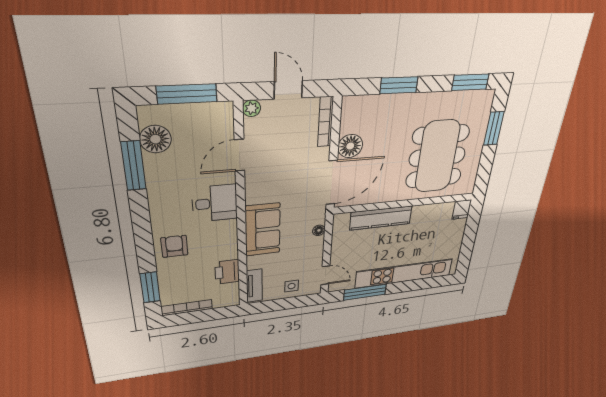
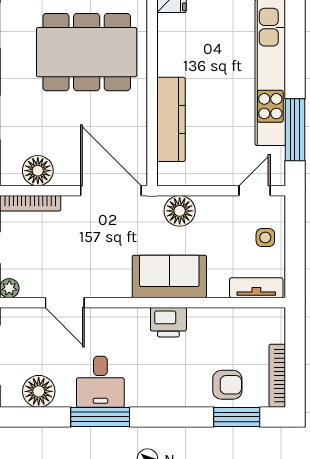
floor lamp: (350, 146) -> (38, 171), moved
window: (134, 166) -> (100, 417), moved
desk: (215, 203) -> (100, 382), moved, turned 180
floor lamp: (319, 230) -> (180, 211), width x1.89, depth x1.89
armchair: (174, 246) -> (227, 385), moved, turned 180
printer: (227, 272) -> (168, 322), moved

